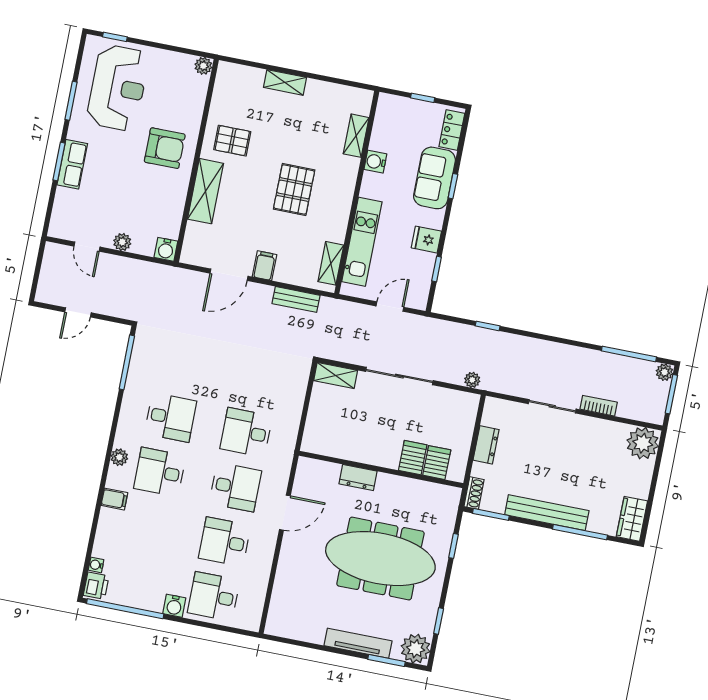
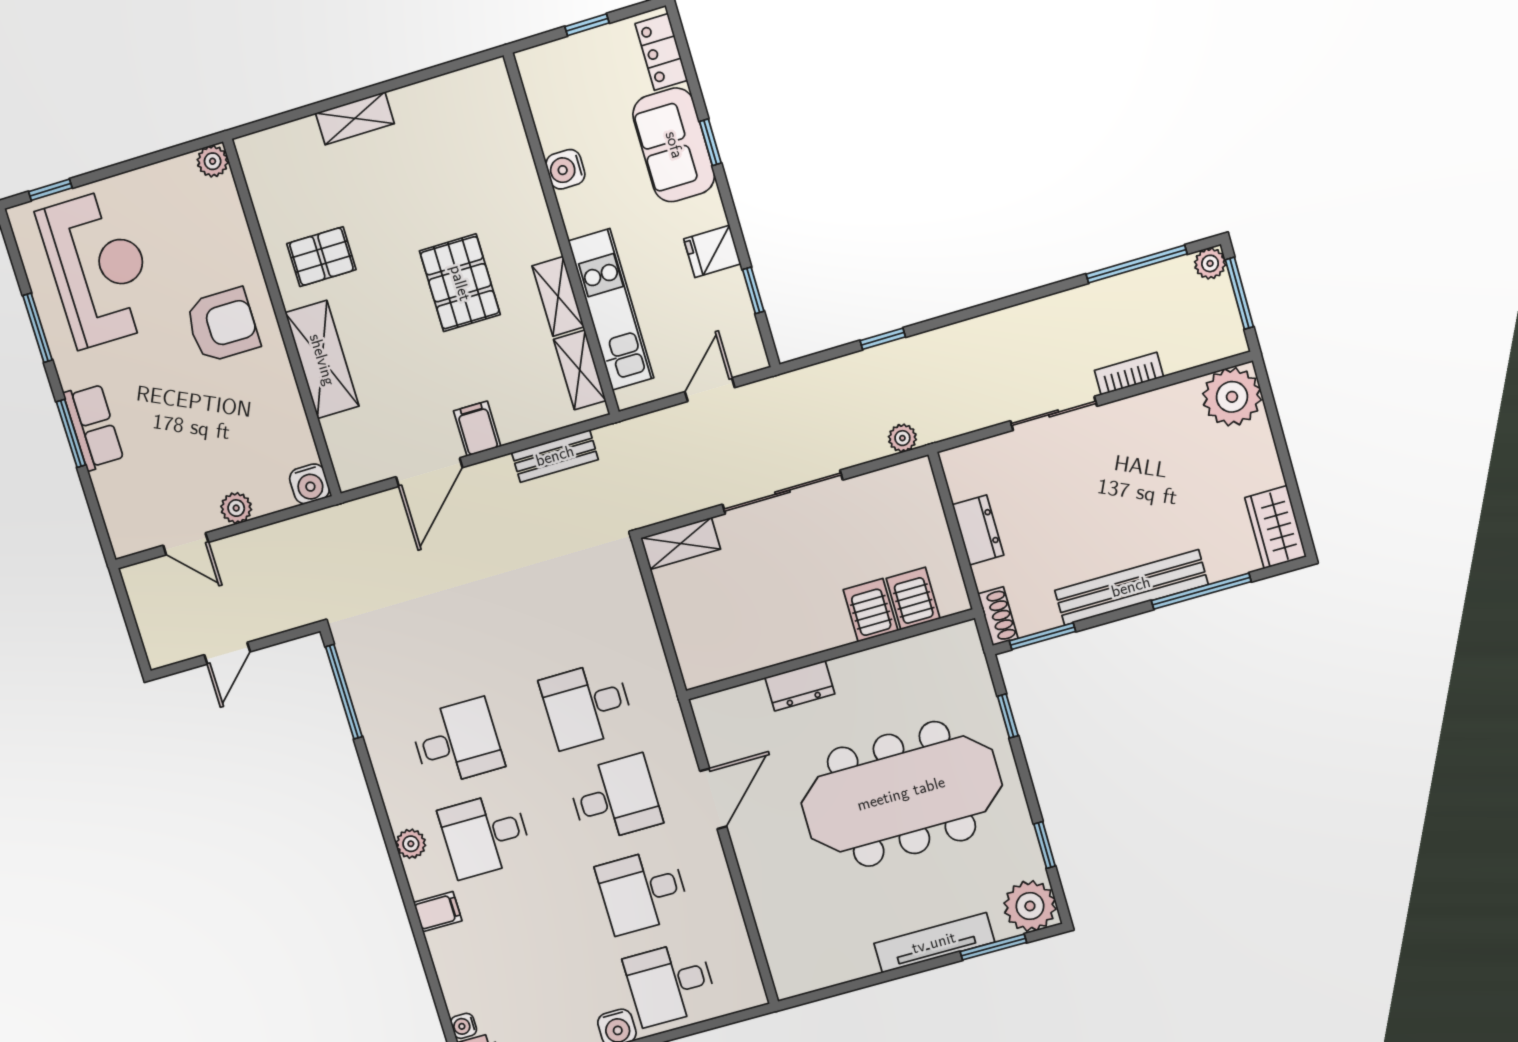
shelving: (356, 136) -> (558, 296), moved

